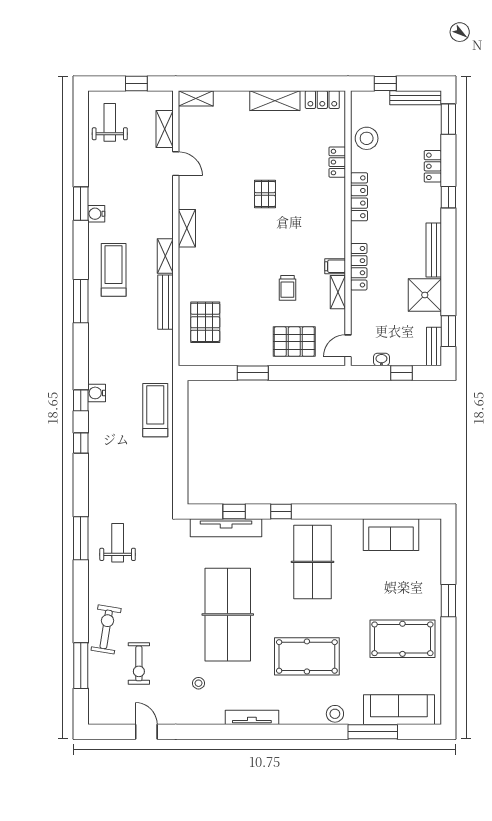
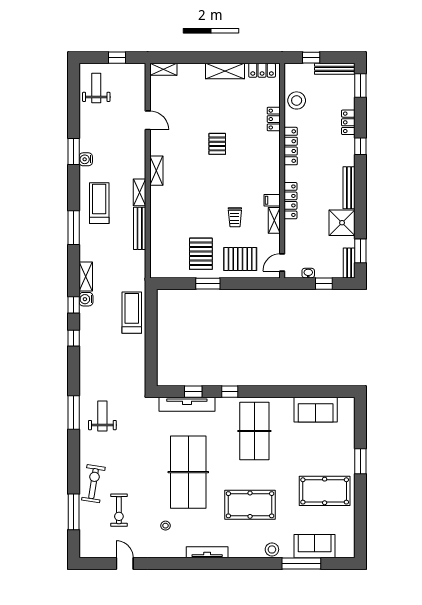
shelving: (165, 129) -> (86, 277), moved
pallet: (205, 322) -> (201, 254), moved
sofa: (399, 710) -> (315, 546), width x0.73

